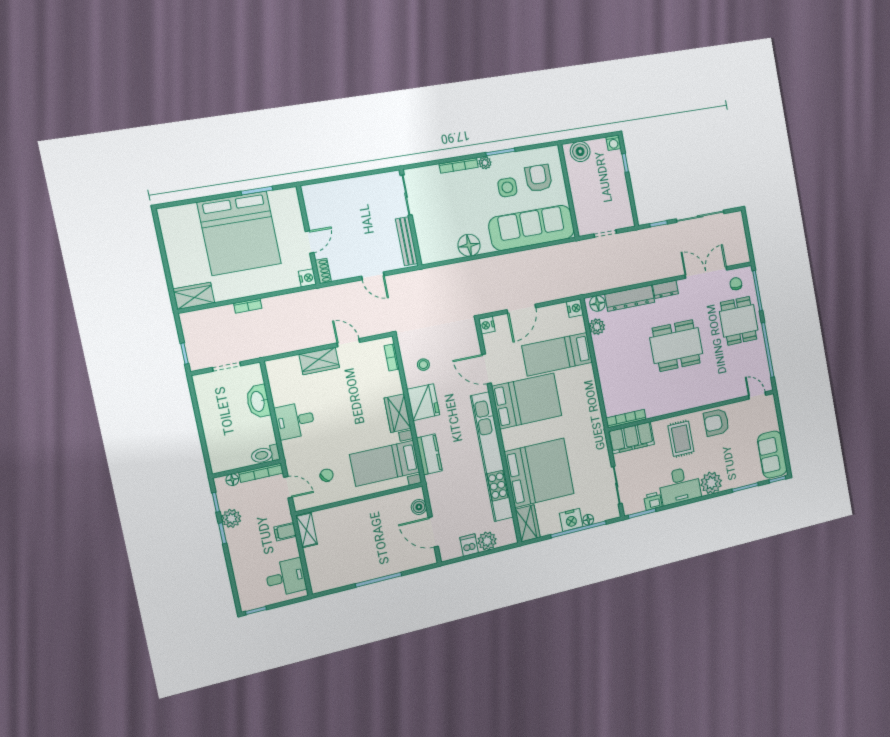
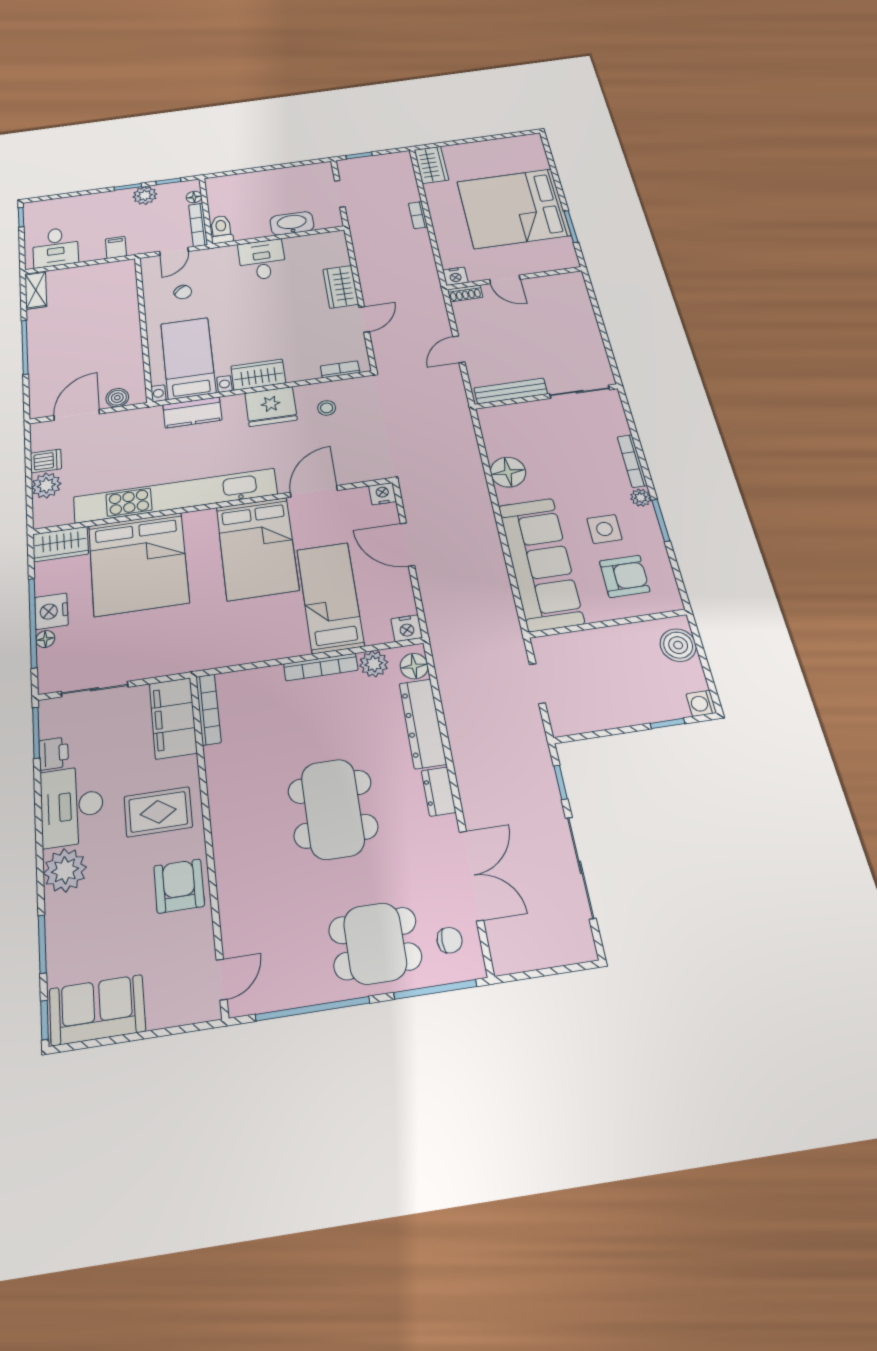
bookcase: (600, 357) -> (321, 667), added
shelving: (307, 530) -> (36, 290), moved, turned 90

